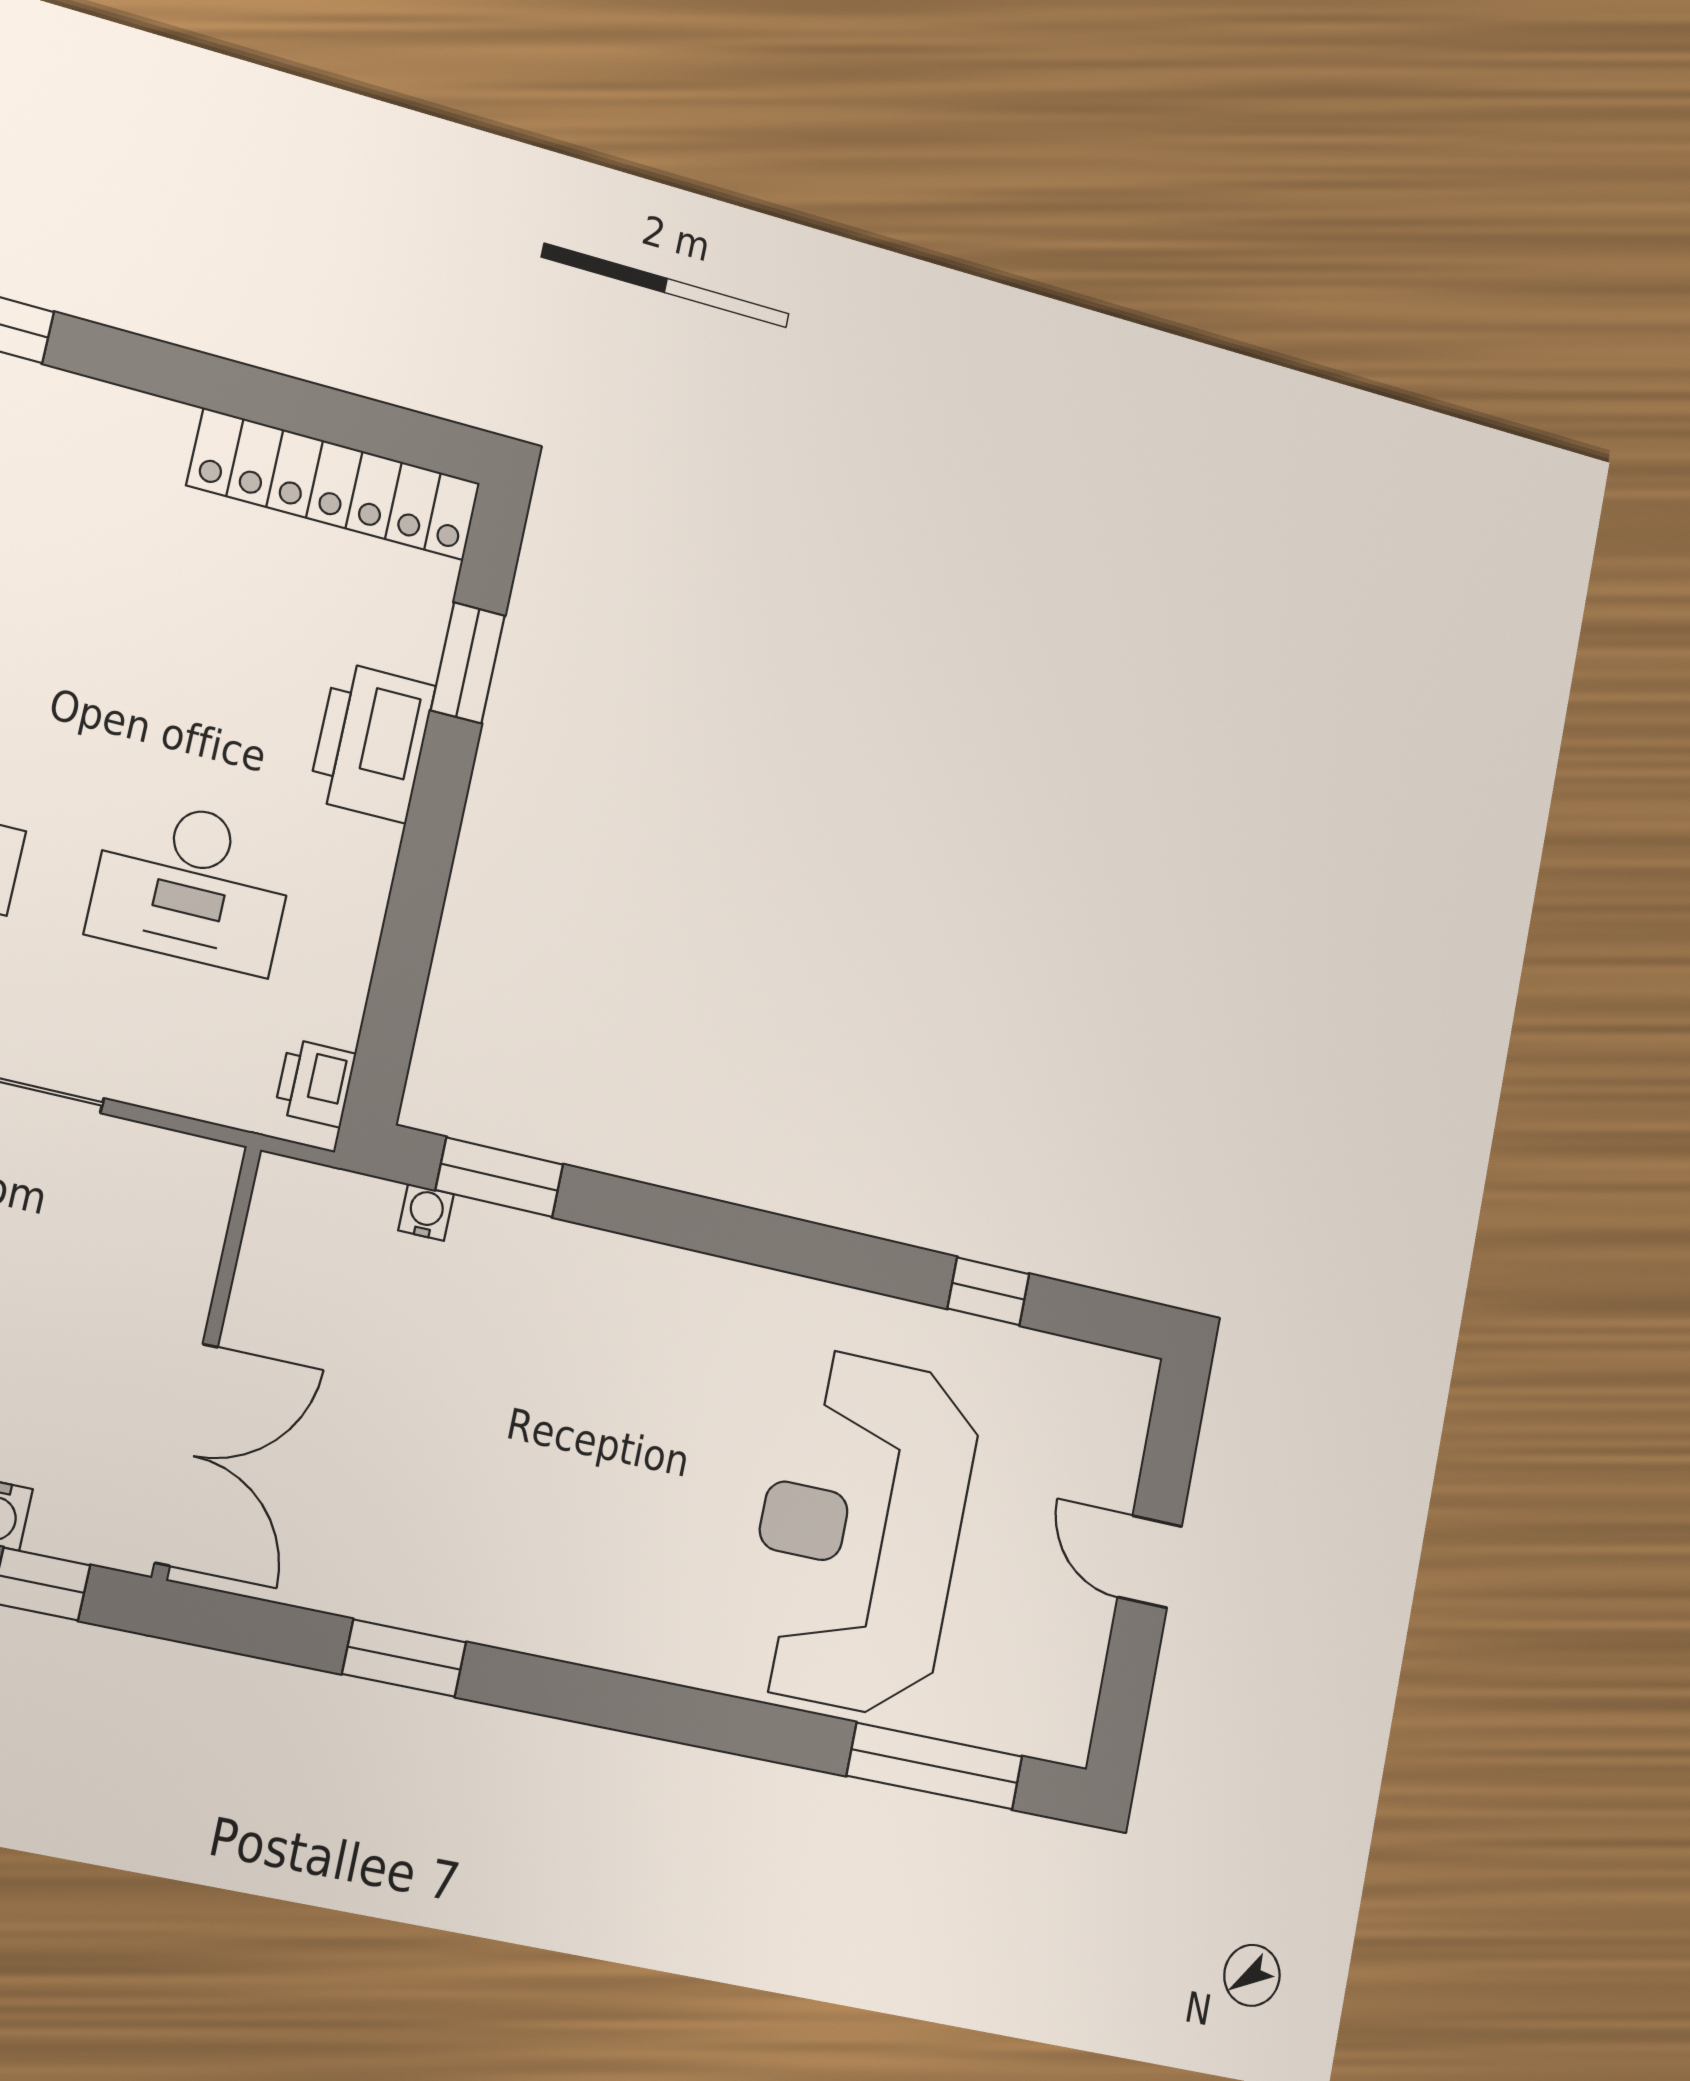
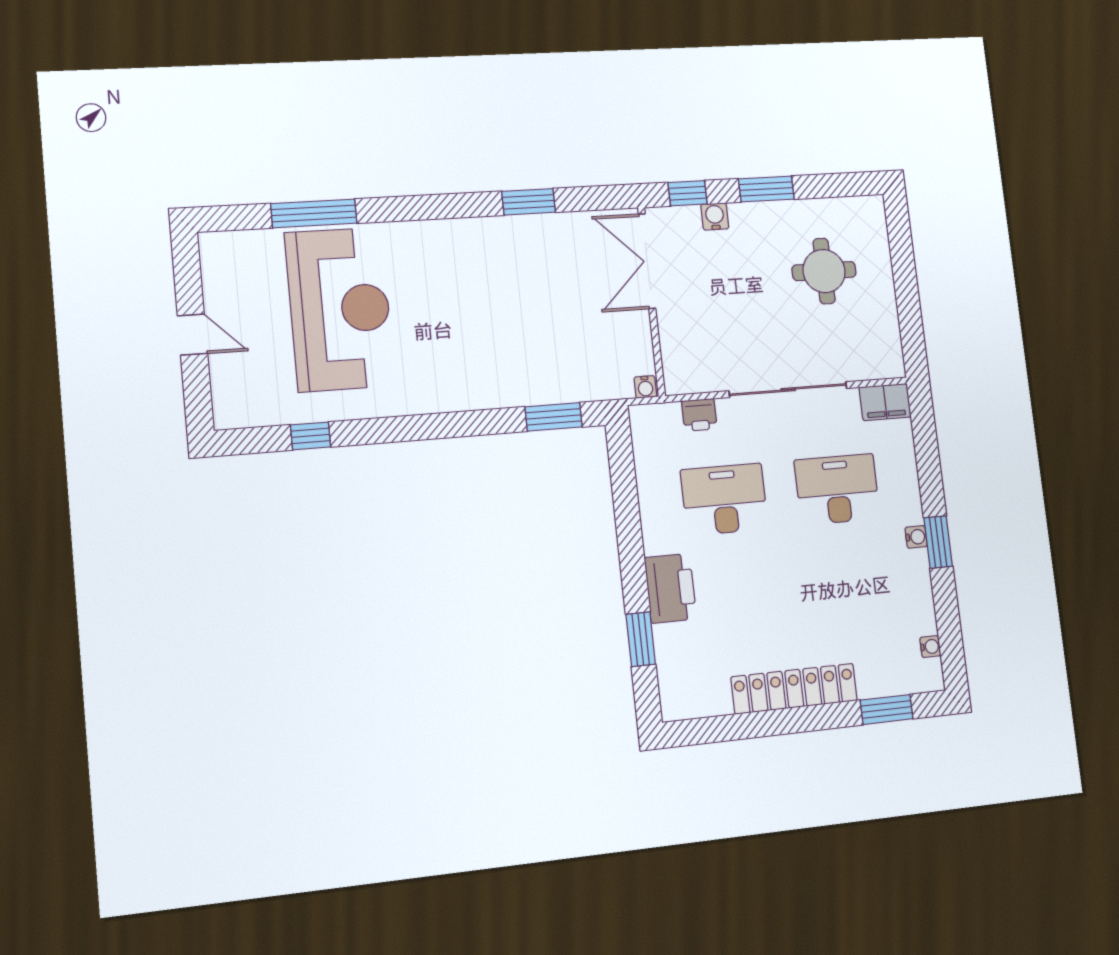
locker: (334, 484) -> (794, 689), moved
printer: (315, 1083) -> (699, 415), moved, turned 90
water cooler: (426, 1212) -> (645, 387), moved
window: (935, 1766) -> (314, 213), moved

